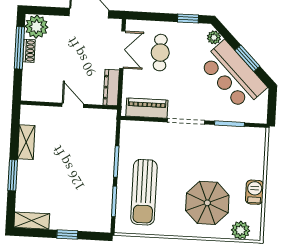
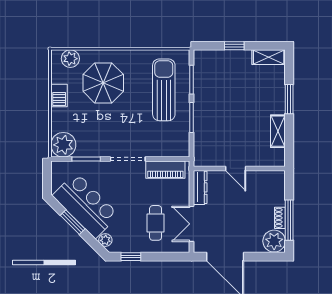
plant: (253, 140) -> (63, 145), added

